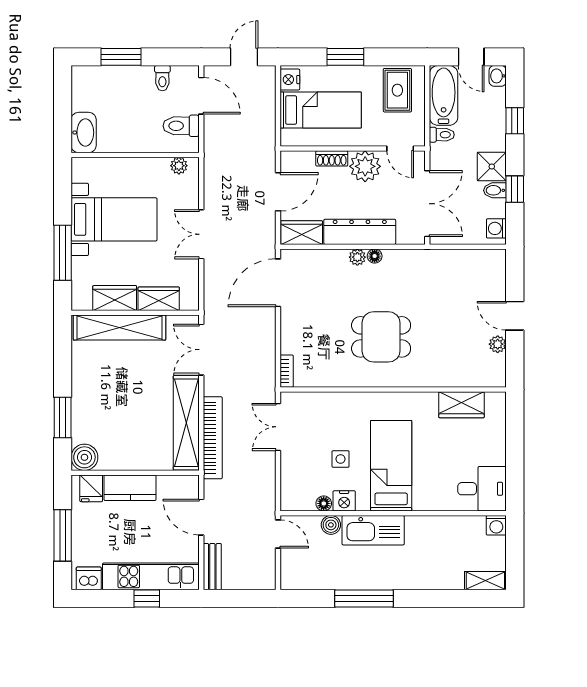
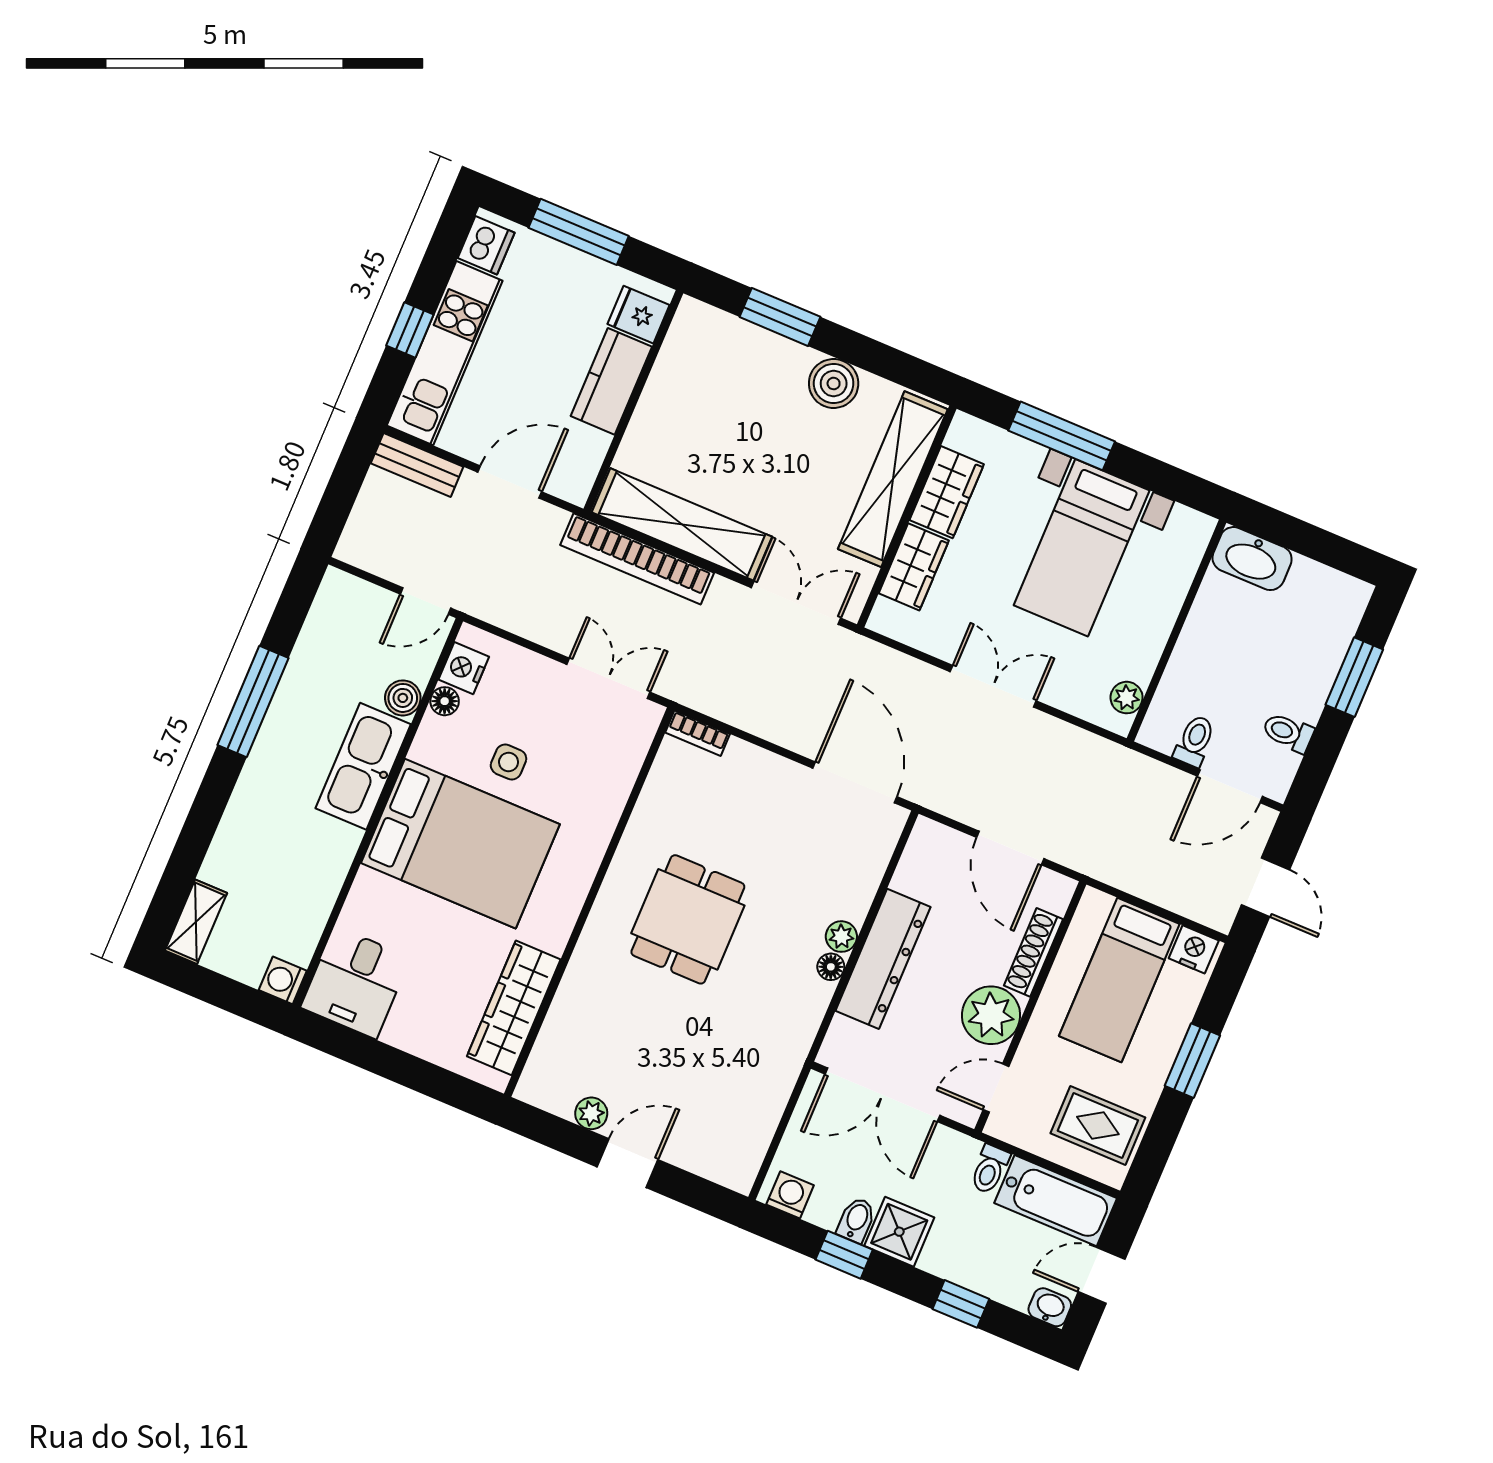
toilet: (181, 126) -> (1195, 741), width x0.73, depth x0.72
shoe rack: (332, 158) -> (1033, 952), width x1.43
wardrobe: (302, 233) -> (924, 859), removed
wardrobe: (461, 405) -> (514, 1008), width x1.50
boiler: (84, 457) -> (834, 384), moved
bed: (391, 466) -> (460, 844), width x1.50
nightstand: (344, 501) -> (464, 668), moved

